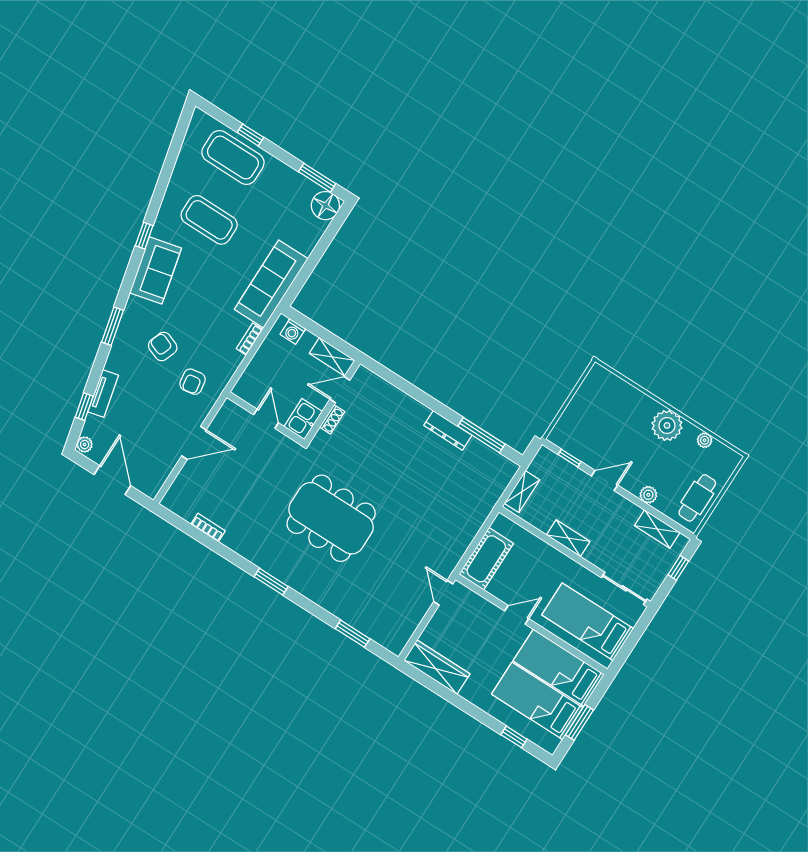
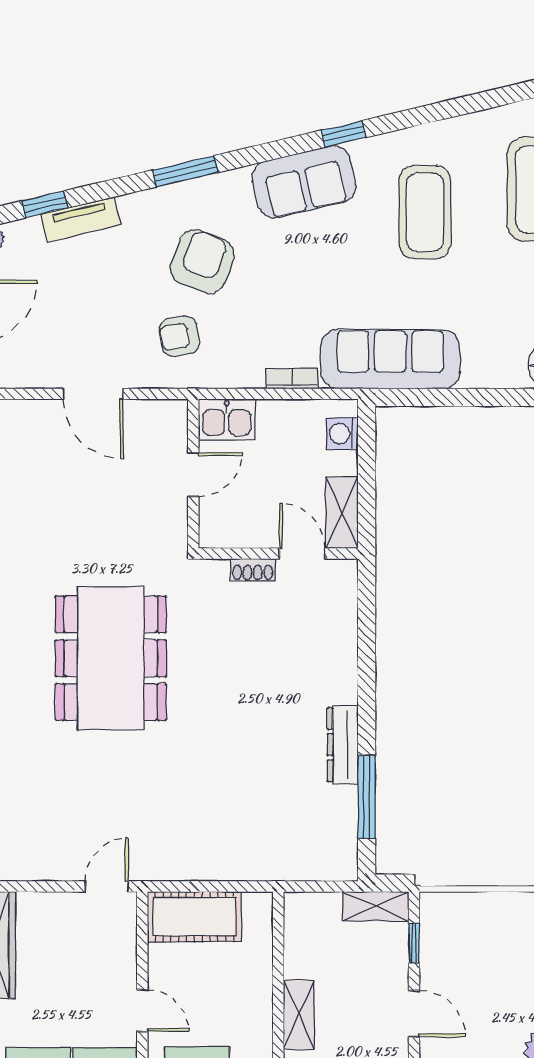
armchair: (163, 346) -> (202, 261), width x1.38, depth x1.38
kitchen sink: (303, 419) -> (227, 420), moved, turned 180
shelving: (522, 492) -> (376, 906), moved

